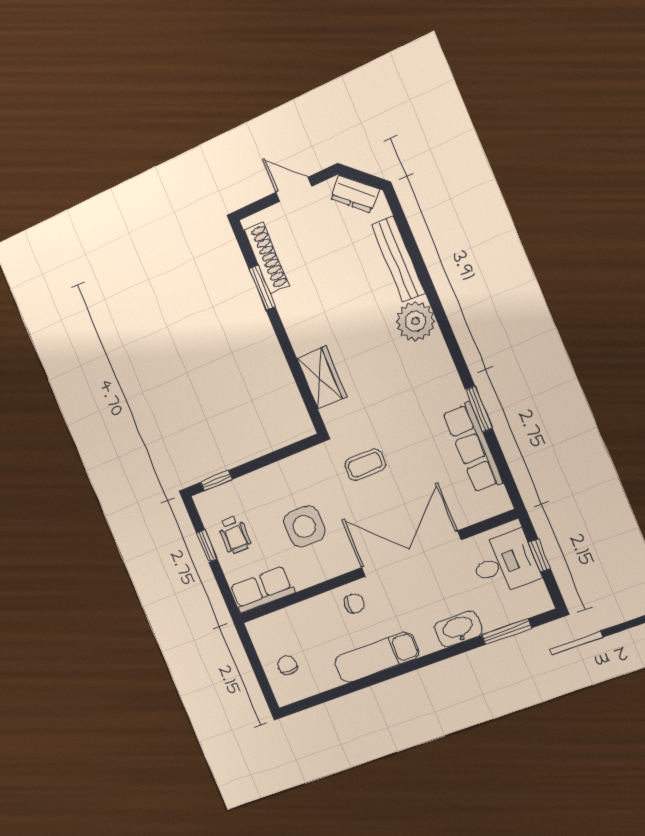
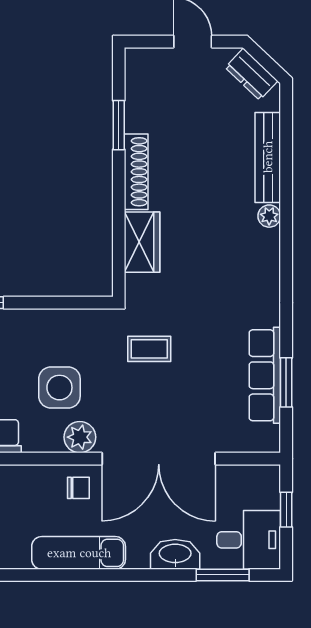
shoe rack: (267, 258) -> (136, 172), moved
plant: (415, 321) -> (269, 216), width x0.53, depth x0.53
window: (479, 409) -> (286, 382), moved
double door: (411, 554) -> (159, 459), swing flipped
plant: (338, 561) -> (80, 437), added
desk: (504, 563) -> (249, 540), moved

